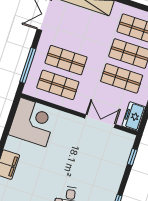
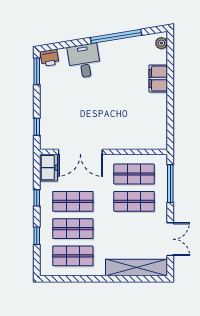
double door: (100, 121) -> (80, 152), width x1.37
corner desk: (33, 122) -> (147, 129), removed

